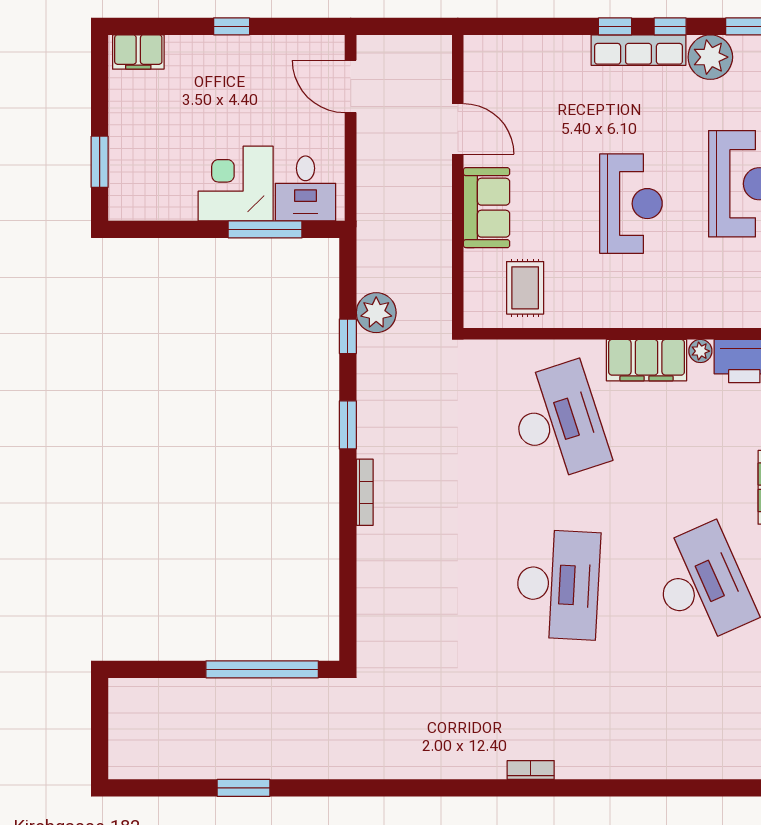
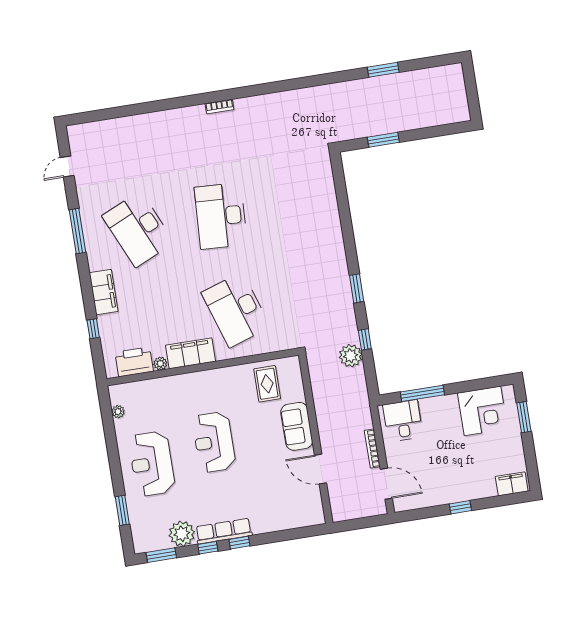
corner desk: (236, 184) -> (482, 411), moved
bookcase: (365, 492) -> (372, 449), moved
window: (262, 669) -> (383, 140), width x0.47

